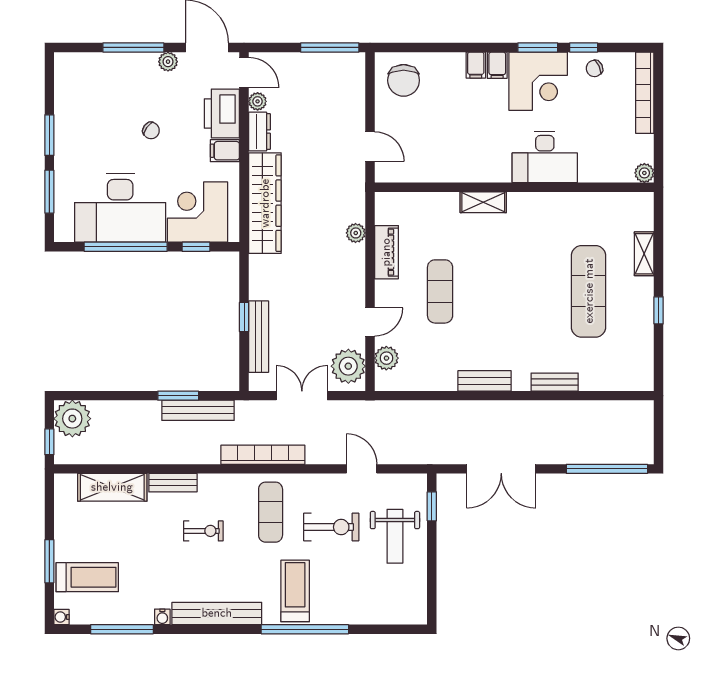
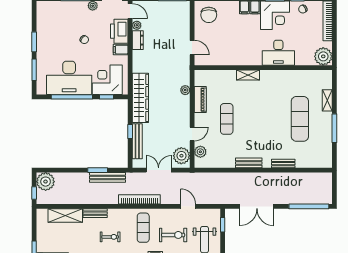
plant: (644, 173) -> (323, 56), width x1.88, depth x1.88
wardrobe: (265, 203) -> (140, 98), moved
window: (659, 310) -> (334, 128), width x2.17

